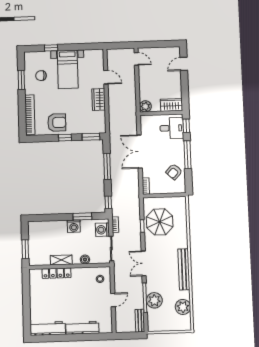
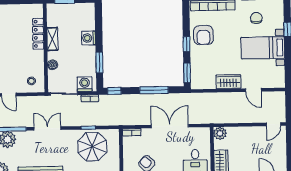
door: (106, 77) -> (253, 90), hinge flipped
washing machine: (74, 226) -> (89, 38), moved

